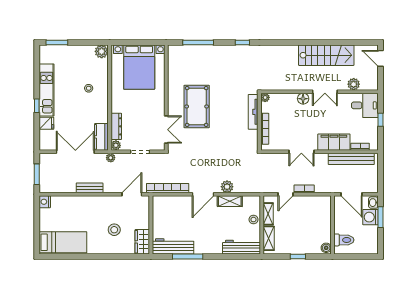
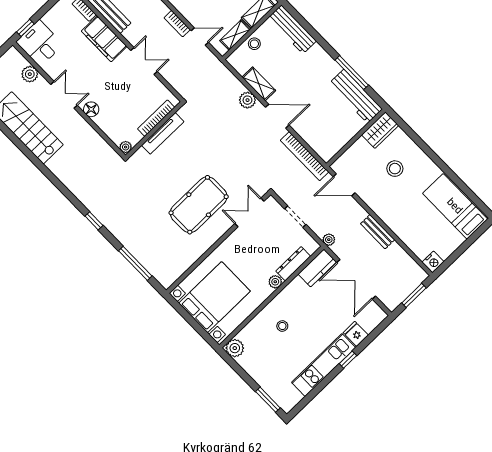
tv unit: (253, 112) -> (163, 133), moved
window: (381, 120) -> (25, 28), moved
plant: (116, 145) -> (275, 282), moved

